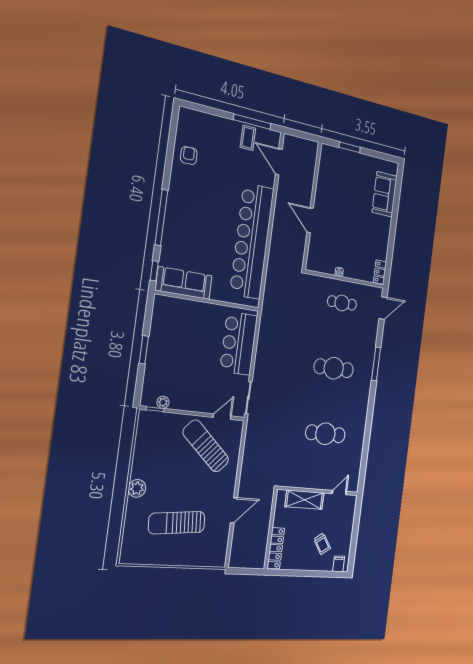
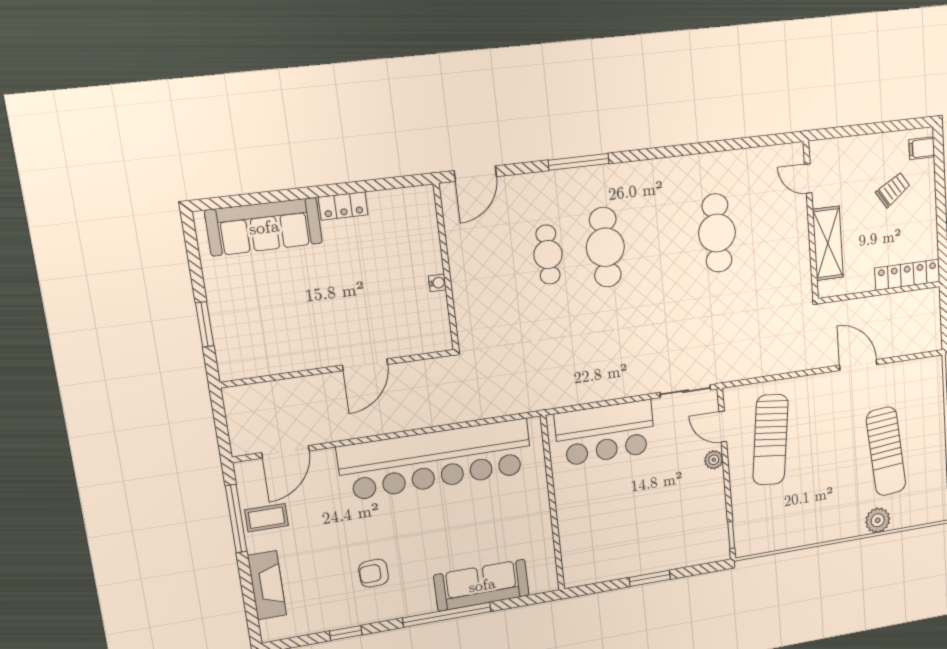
fireplace: (211, 123) -> (267, 585), added
armchair: (189, 156) -> (374, 573), moved
sofa: (385, 194) -> (264, 227), width x1.36
window: (154, 271) -> (346, 633), moved
locker: (380, 272) -> (343, 206), moved
sofa: (184, 283) -> (482, 585), moved, turned 90
cafe table: (342, 303) -> (548, 255), moved
door: (383, 308) -> (475, 174), swing flipped
plant: (163, 402) -> (714, 460), moved
sun lounger: (206, 446) -> (770, 440), turned -35
plant: (137, 488) -> (878, 520), moved

